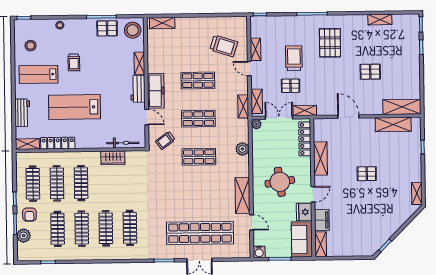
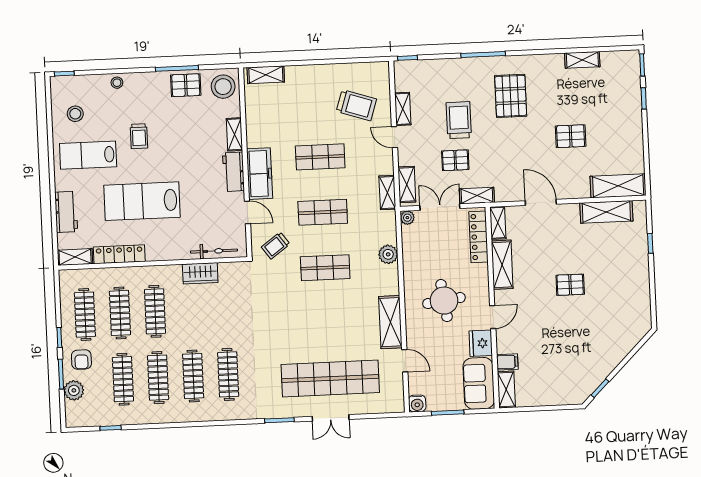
shelving: (417, 193) -> (498, 223), moved
filing cabinet: (322, 220) -> (507, 362), width x0.50

